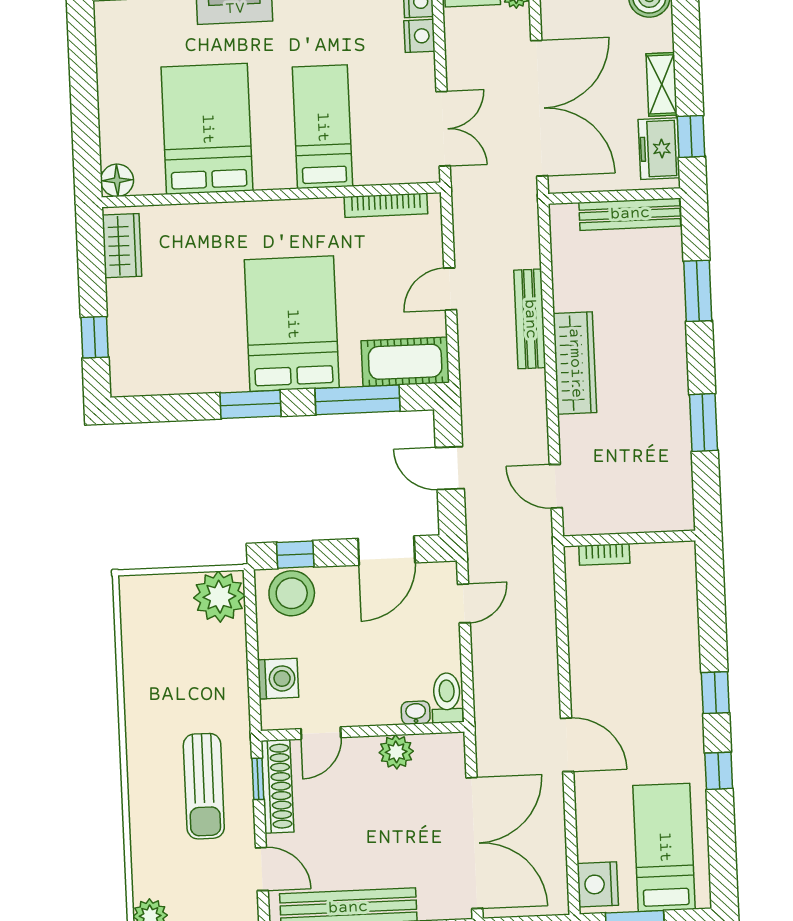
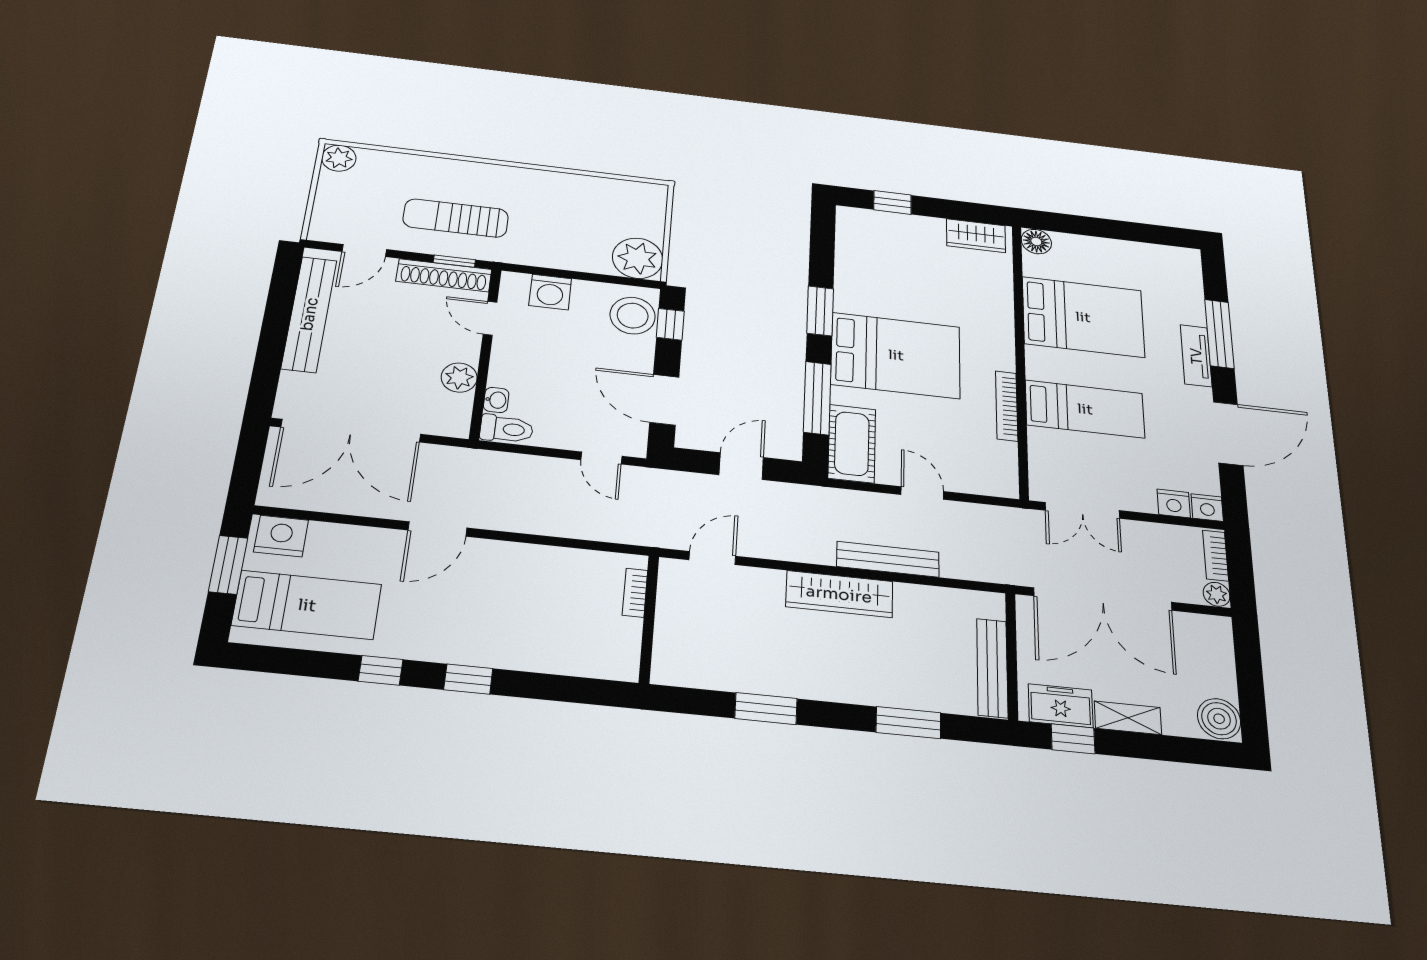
bookcase: (386, 205) -> (1007, 406), moved

